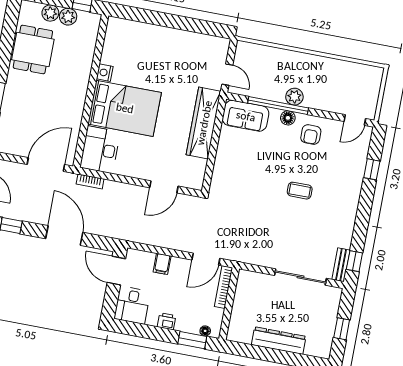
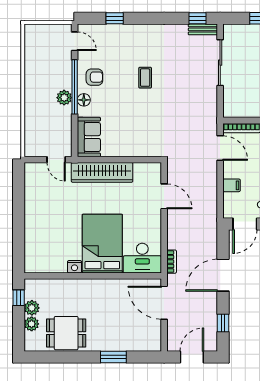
door: (227, 75) -> (56, 160), swing flipped
window: (278, 105) -> (75, 87), moved

